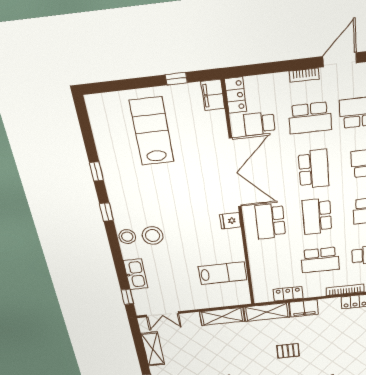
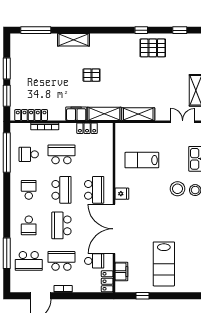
filing cabinet: (213, 95) -> (121, 272), moved
lab bench: (222, 273) -> (142, 160), moved

